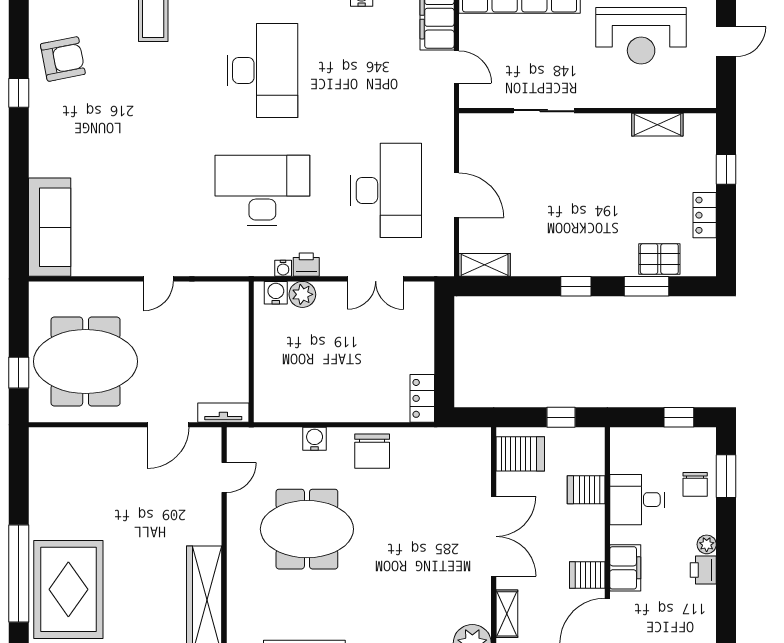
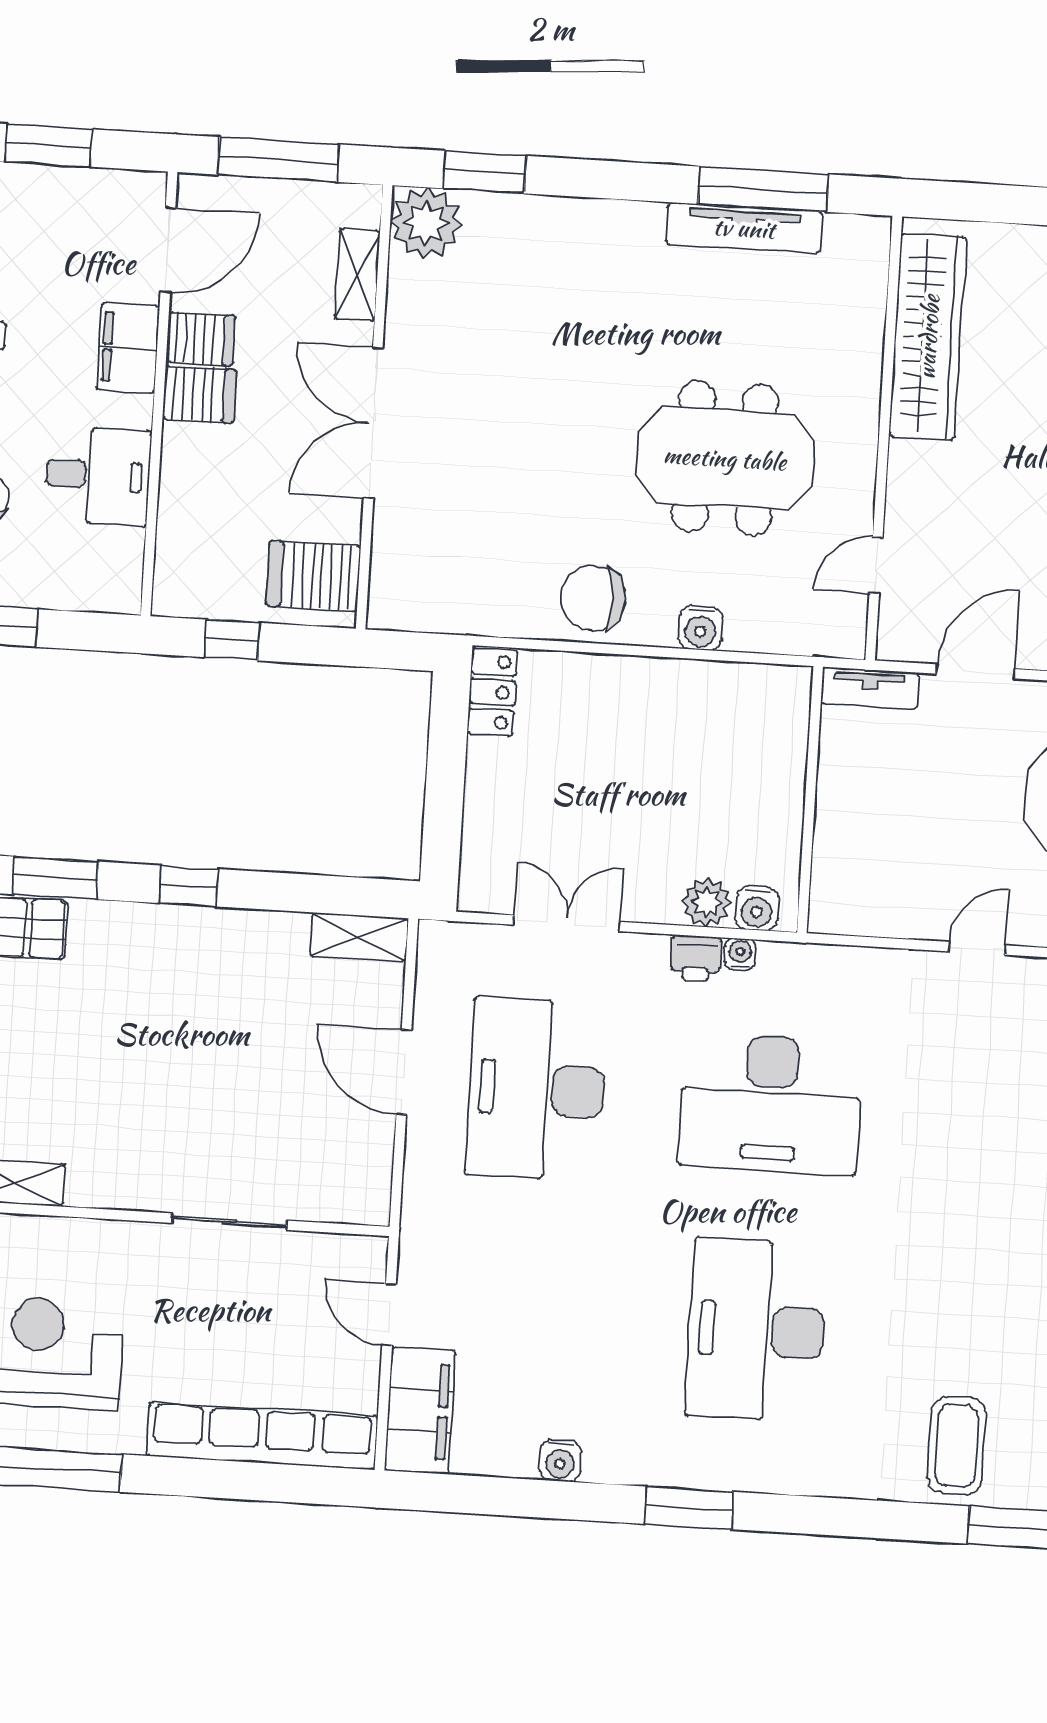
chair: (372, 451) -> (593, 598), turned -92
server rack: (586, 490) -> (199, 395), moved

